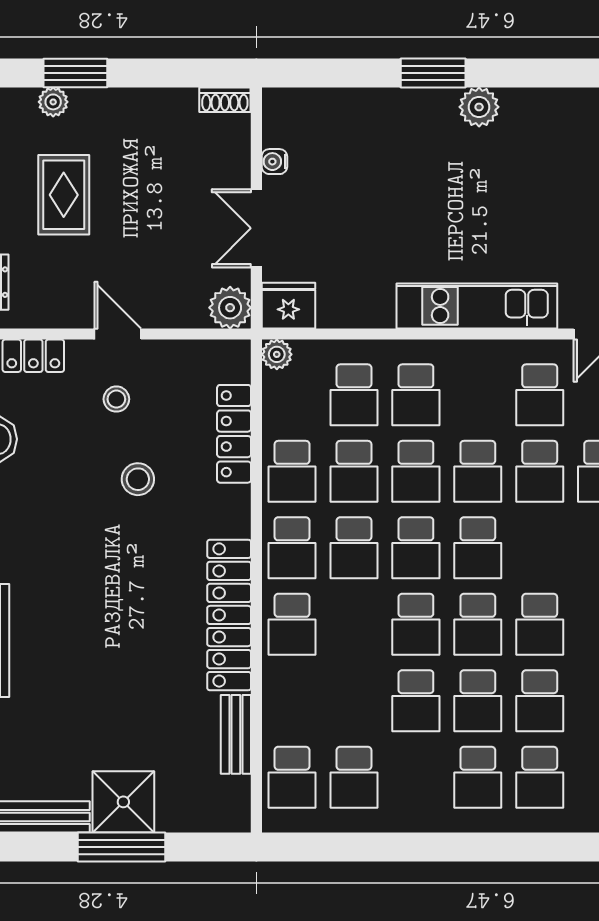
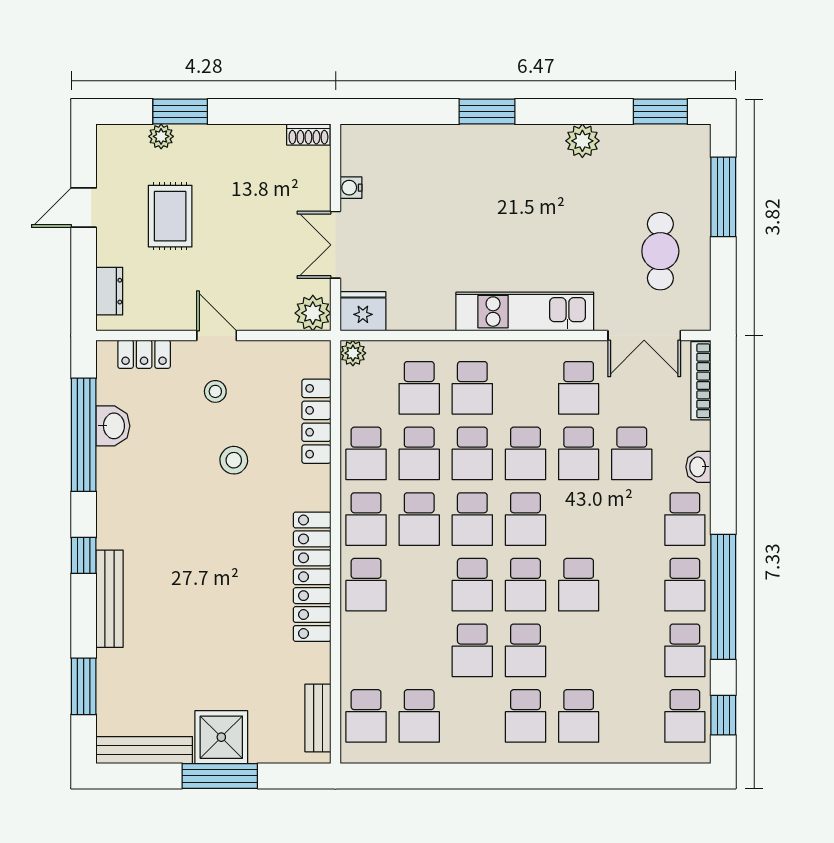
plant: (479, 107) -> (582, 141), moved
school desk: (540, 701) -> (579, 650), removed
bench: (236, 734) -> (318, 718), moved

